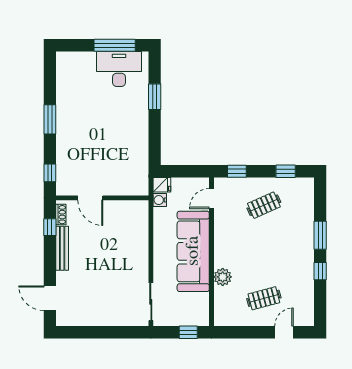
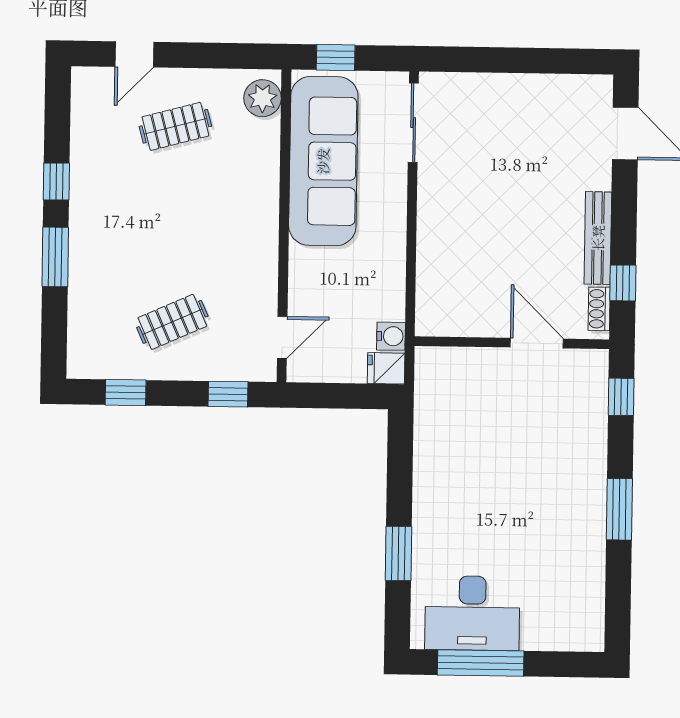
sofa: (193, 251) -> (323, 161), moved
plant: (223, 277) -> (262, 98), moved

